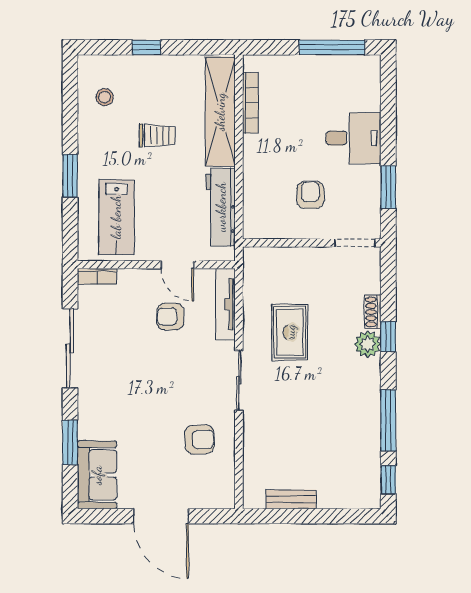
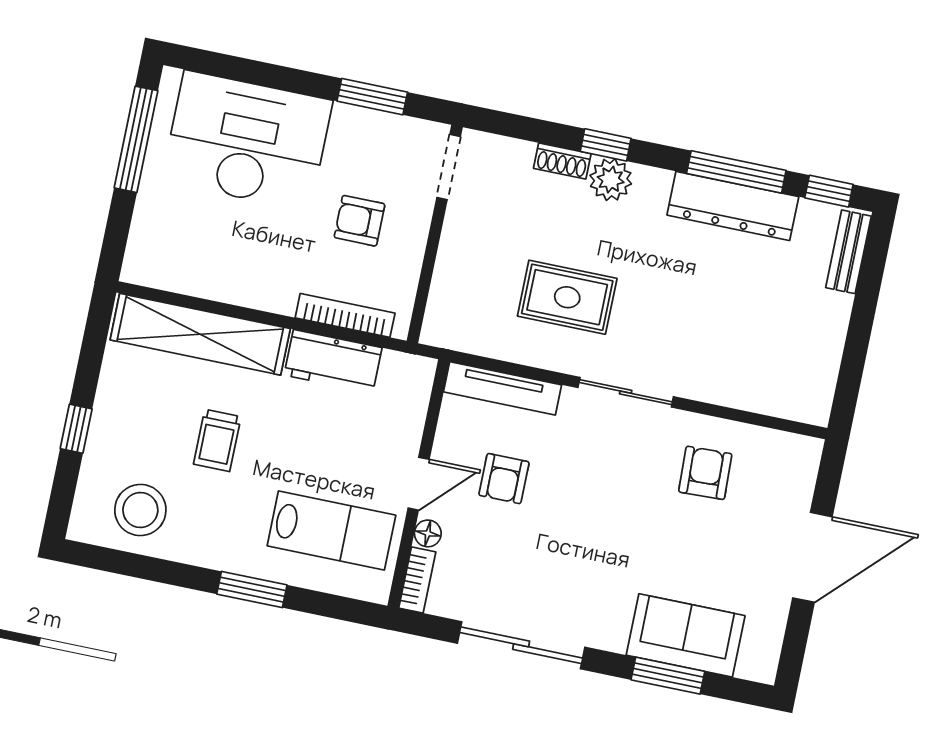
stool: (105, 97) -> (140, 510), width x1.89, depth x1.89
bookcase: (250, 103) -> (345, 315), moved
trolley: (157, 135) -> (217, 440), turned 180
desk: (353, 138) -> (247, 141), width x1.87, depth x1.30
workbench: (221, 207) -> (333, 361), width x0.73
door: (177, 265) -> (419, 484), moved
floor lamp: (127, 277) -> (428, 533), added
dresser: (367, 423) -> (733, 206), added
sofa: (97, 475) -> (686, 635), moved
bench: (291, 499) -> (848, 252), moved

